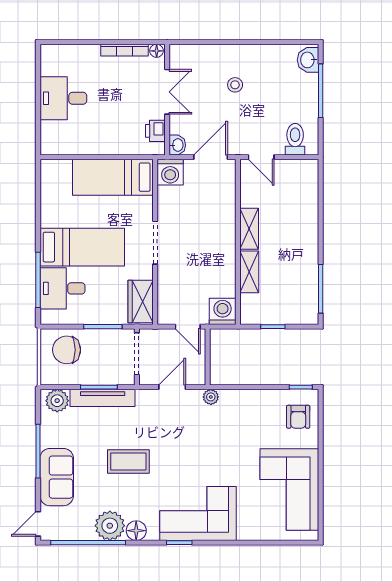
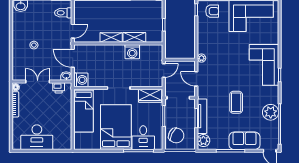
desk: (63, 98) -> (37, 137), width x1.37
bed: (82, 247) -> (116, 127), width x1.50
washing machine: (223, 311) -> (132, 52), moved, turned -90
chair: (67, 350) -> (176, 135), turned -63
floor lamp: (136, 531) -> (273, 98), removed

